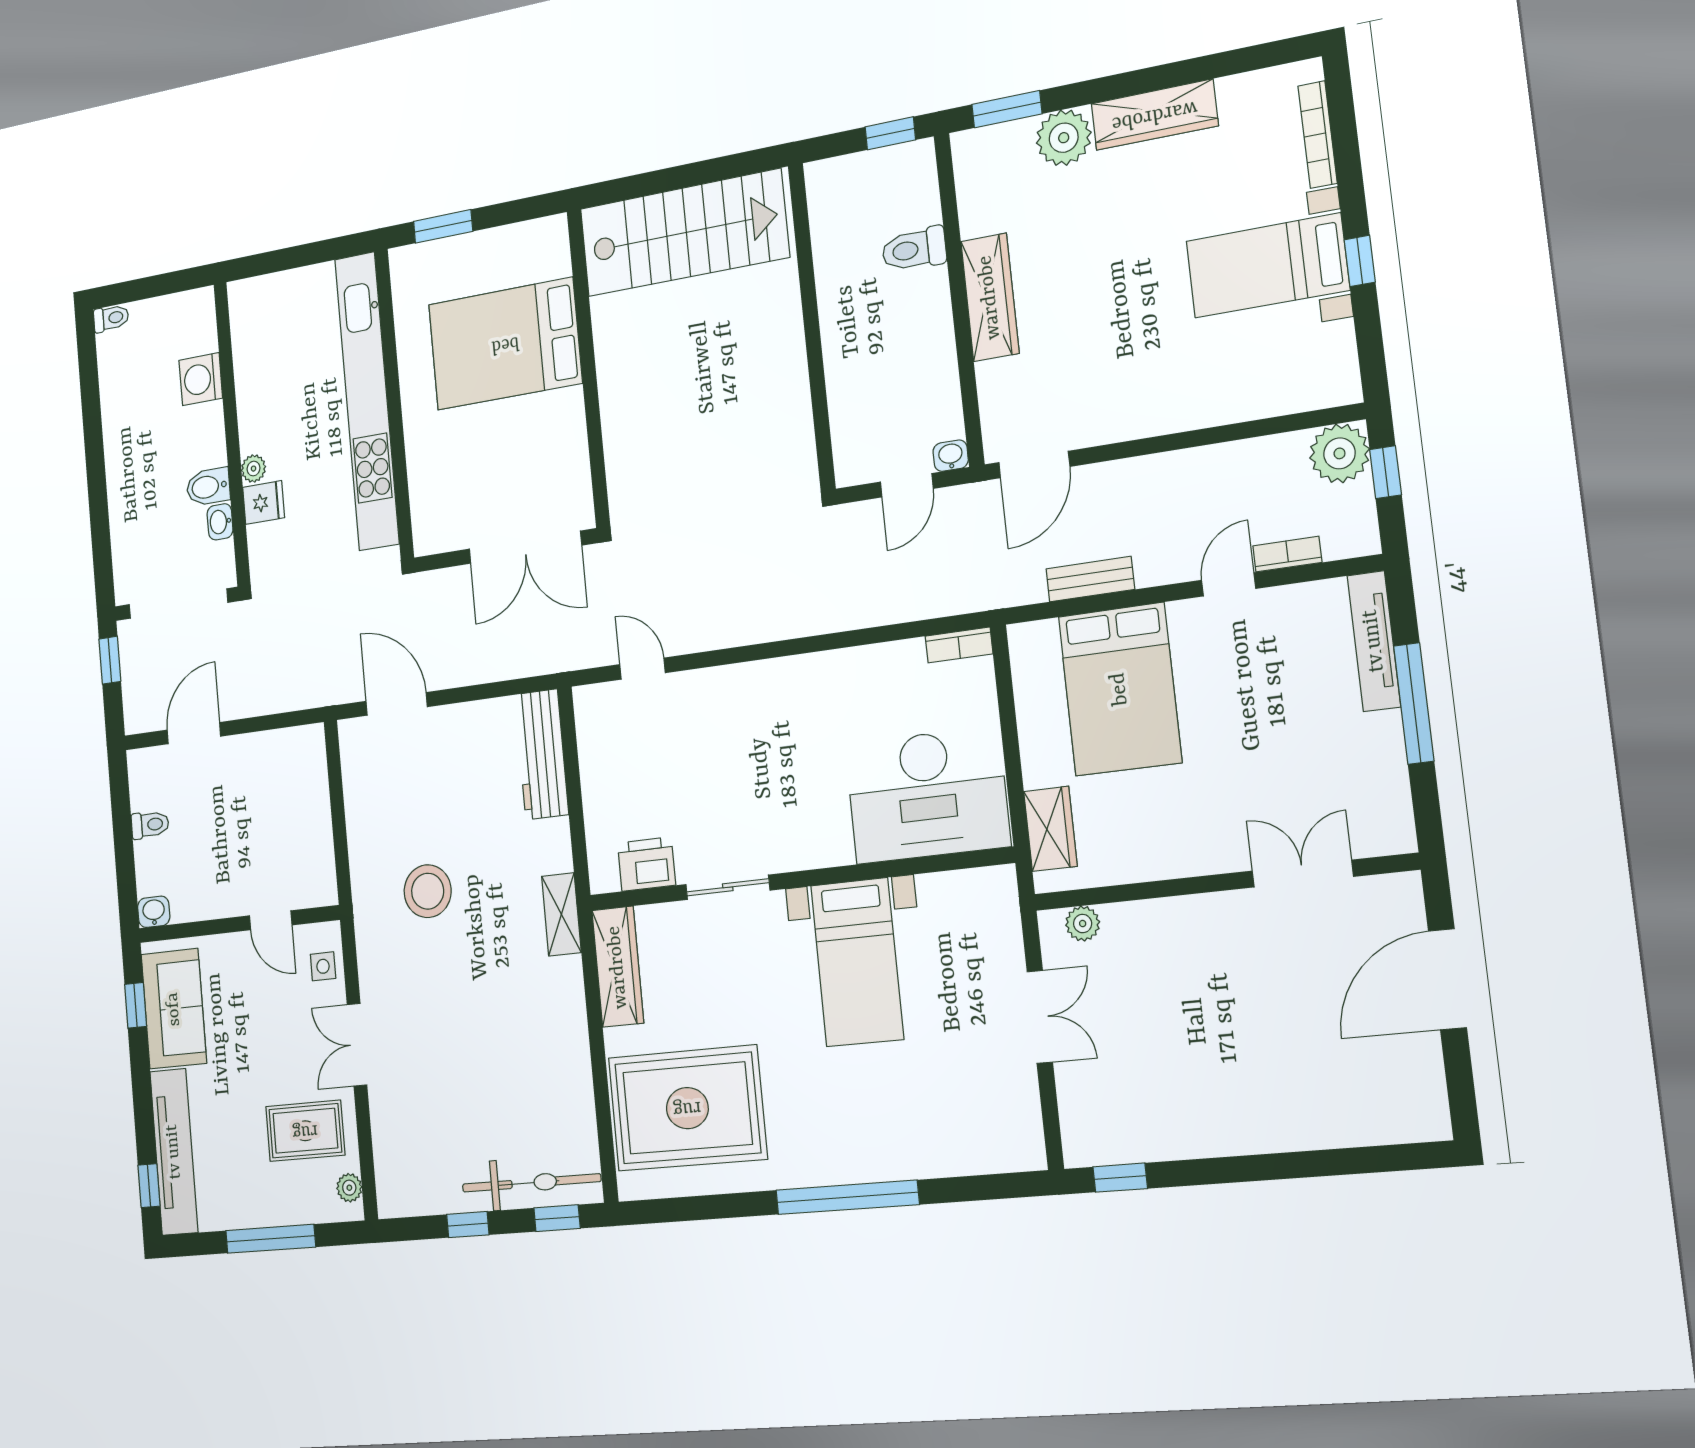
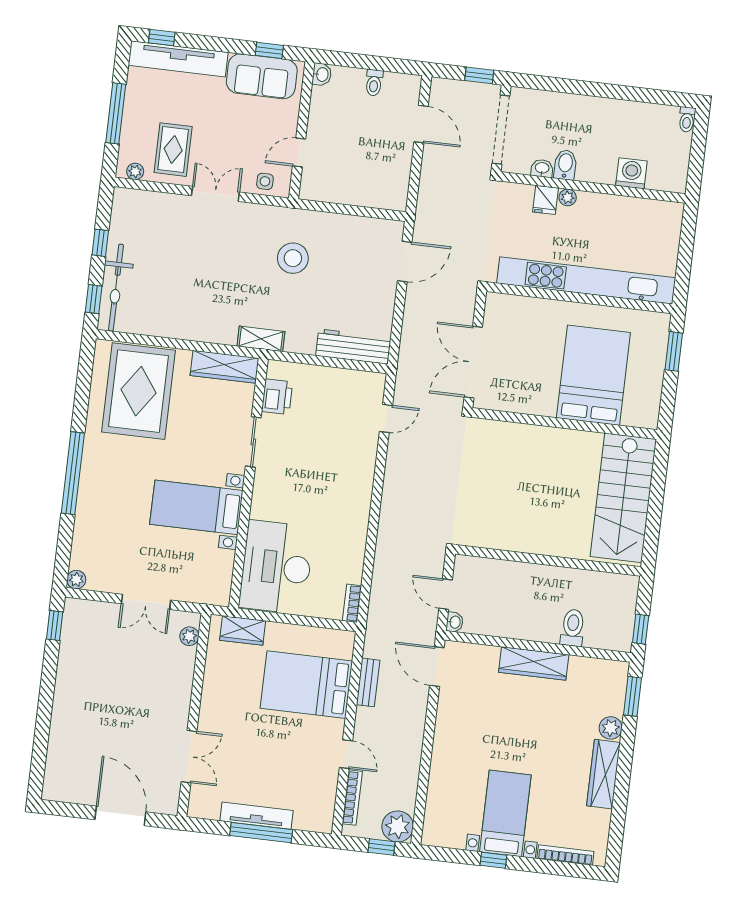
plant: (1064, 138) -> (611, 728), width x0.73, depth x0.73
bookcase: (1287, 554) -> (352, 798), width x1.56
tv unit: (1374, 641) -> (256, 816), moved
plant: (1029, 1154) -> (76, 580), added

